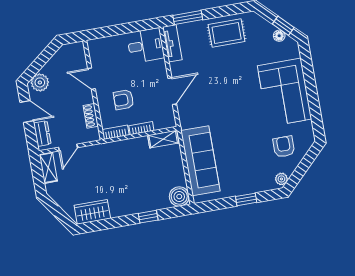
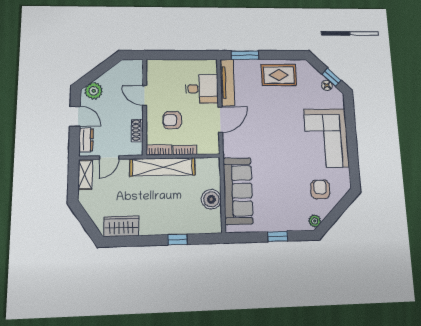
tv unit: (172, 43) -> (227, 82), width x1.41
desk: (146, 45) -> (202, 89), moved
shelving: (163, 139) -> (163, 167), moved, width x2.20, depth x1.33
boiler: (179, 196) -> (211, 199), moved

